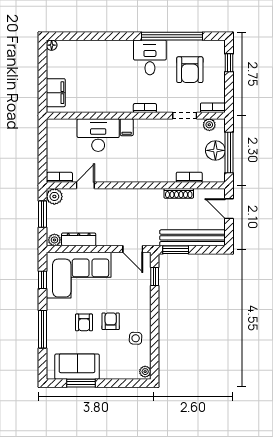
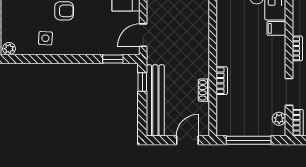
floor lamp: (215, 150) -> (251, 125), removed
bookcase: (189, 177) -> (222, 81), moved
shoe rack: (179, 193) -> (204, 90), width x0.70
window: (176, 250) -> (142, 82), width x0.67

